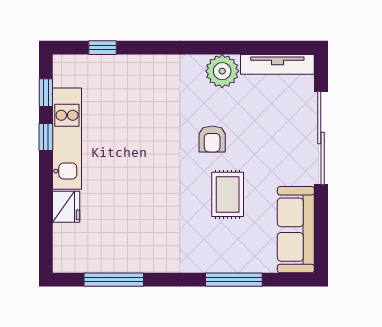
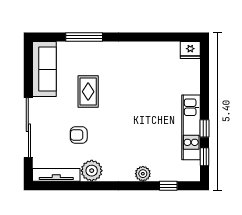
plant: (142, 66) -> (143, 174), added
armchair: (212, 139) -> (79, 135), moved, turned -90
fridge: (66, 207) -> (190, 50), moved, turned -90
window: (114, 280) -> (161, 37), removed

